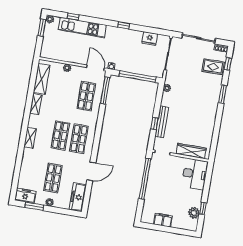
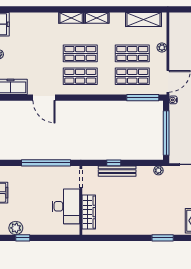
shelving: (36, 104) -> (97, 18), moved
desk: (195, 174) -> (66, 206), moved, turned -90
shop shelf: (53, 178) -> (132, 53), moved

